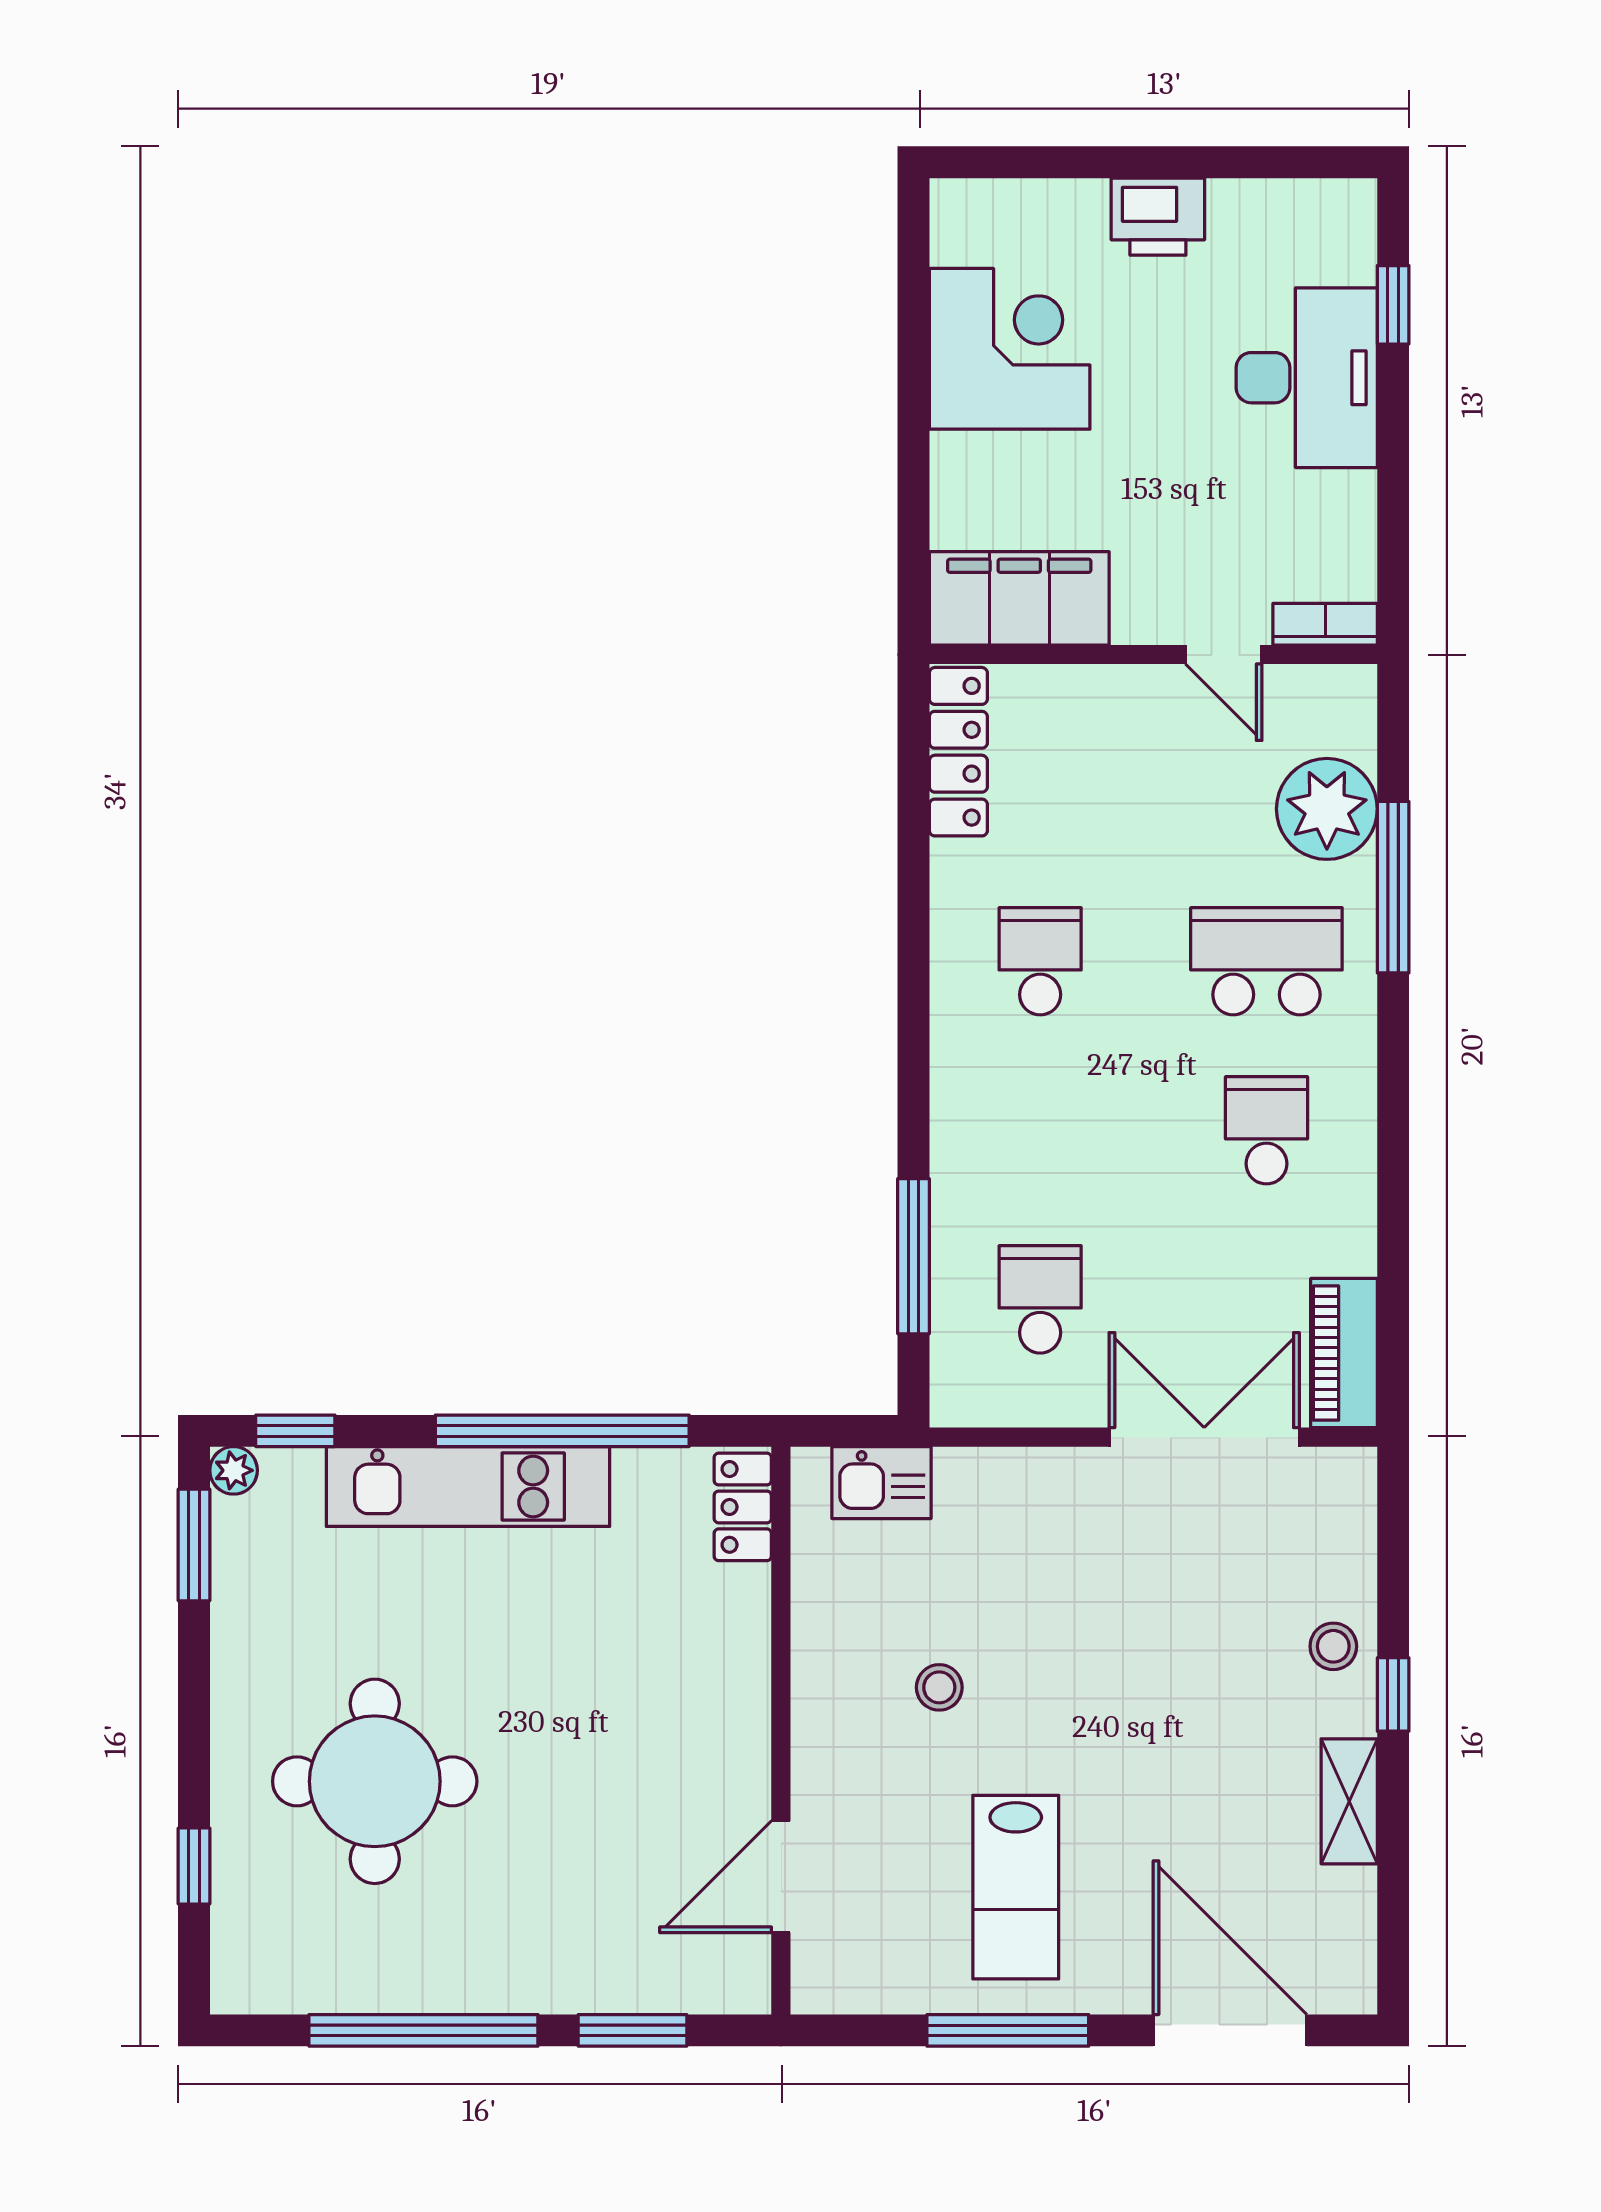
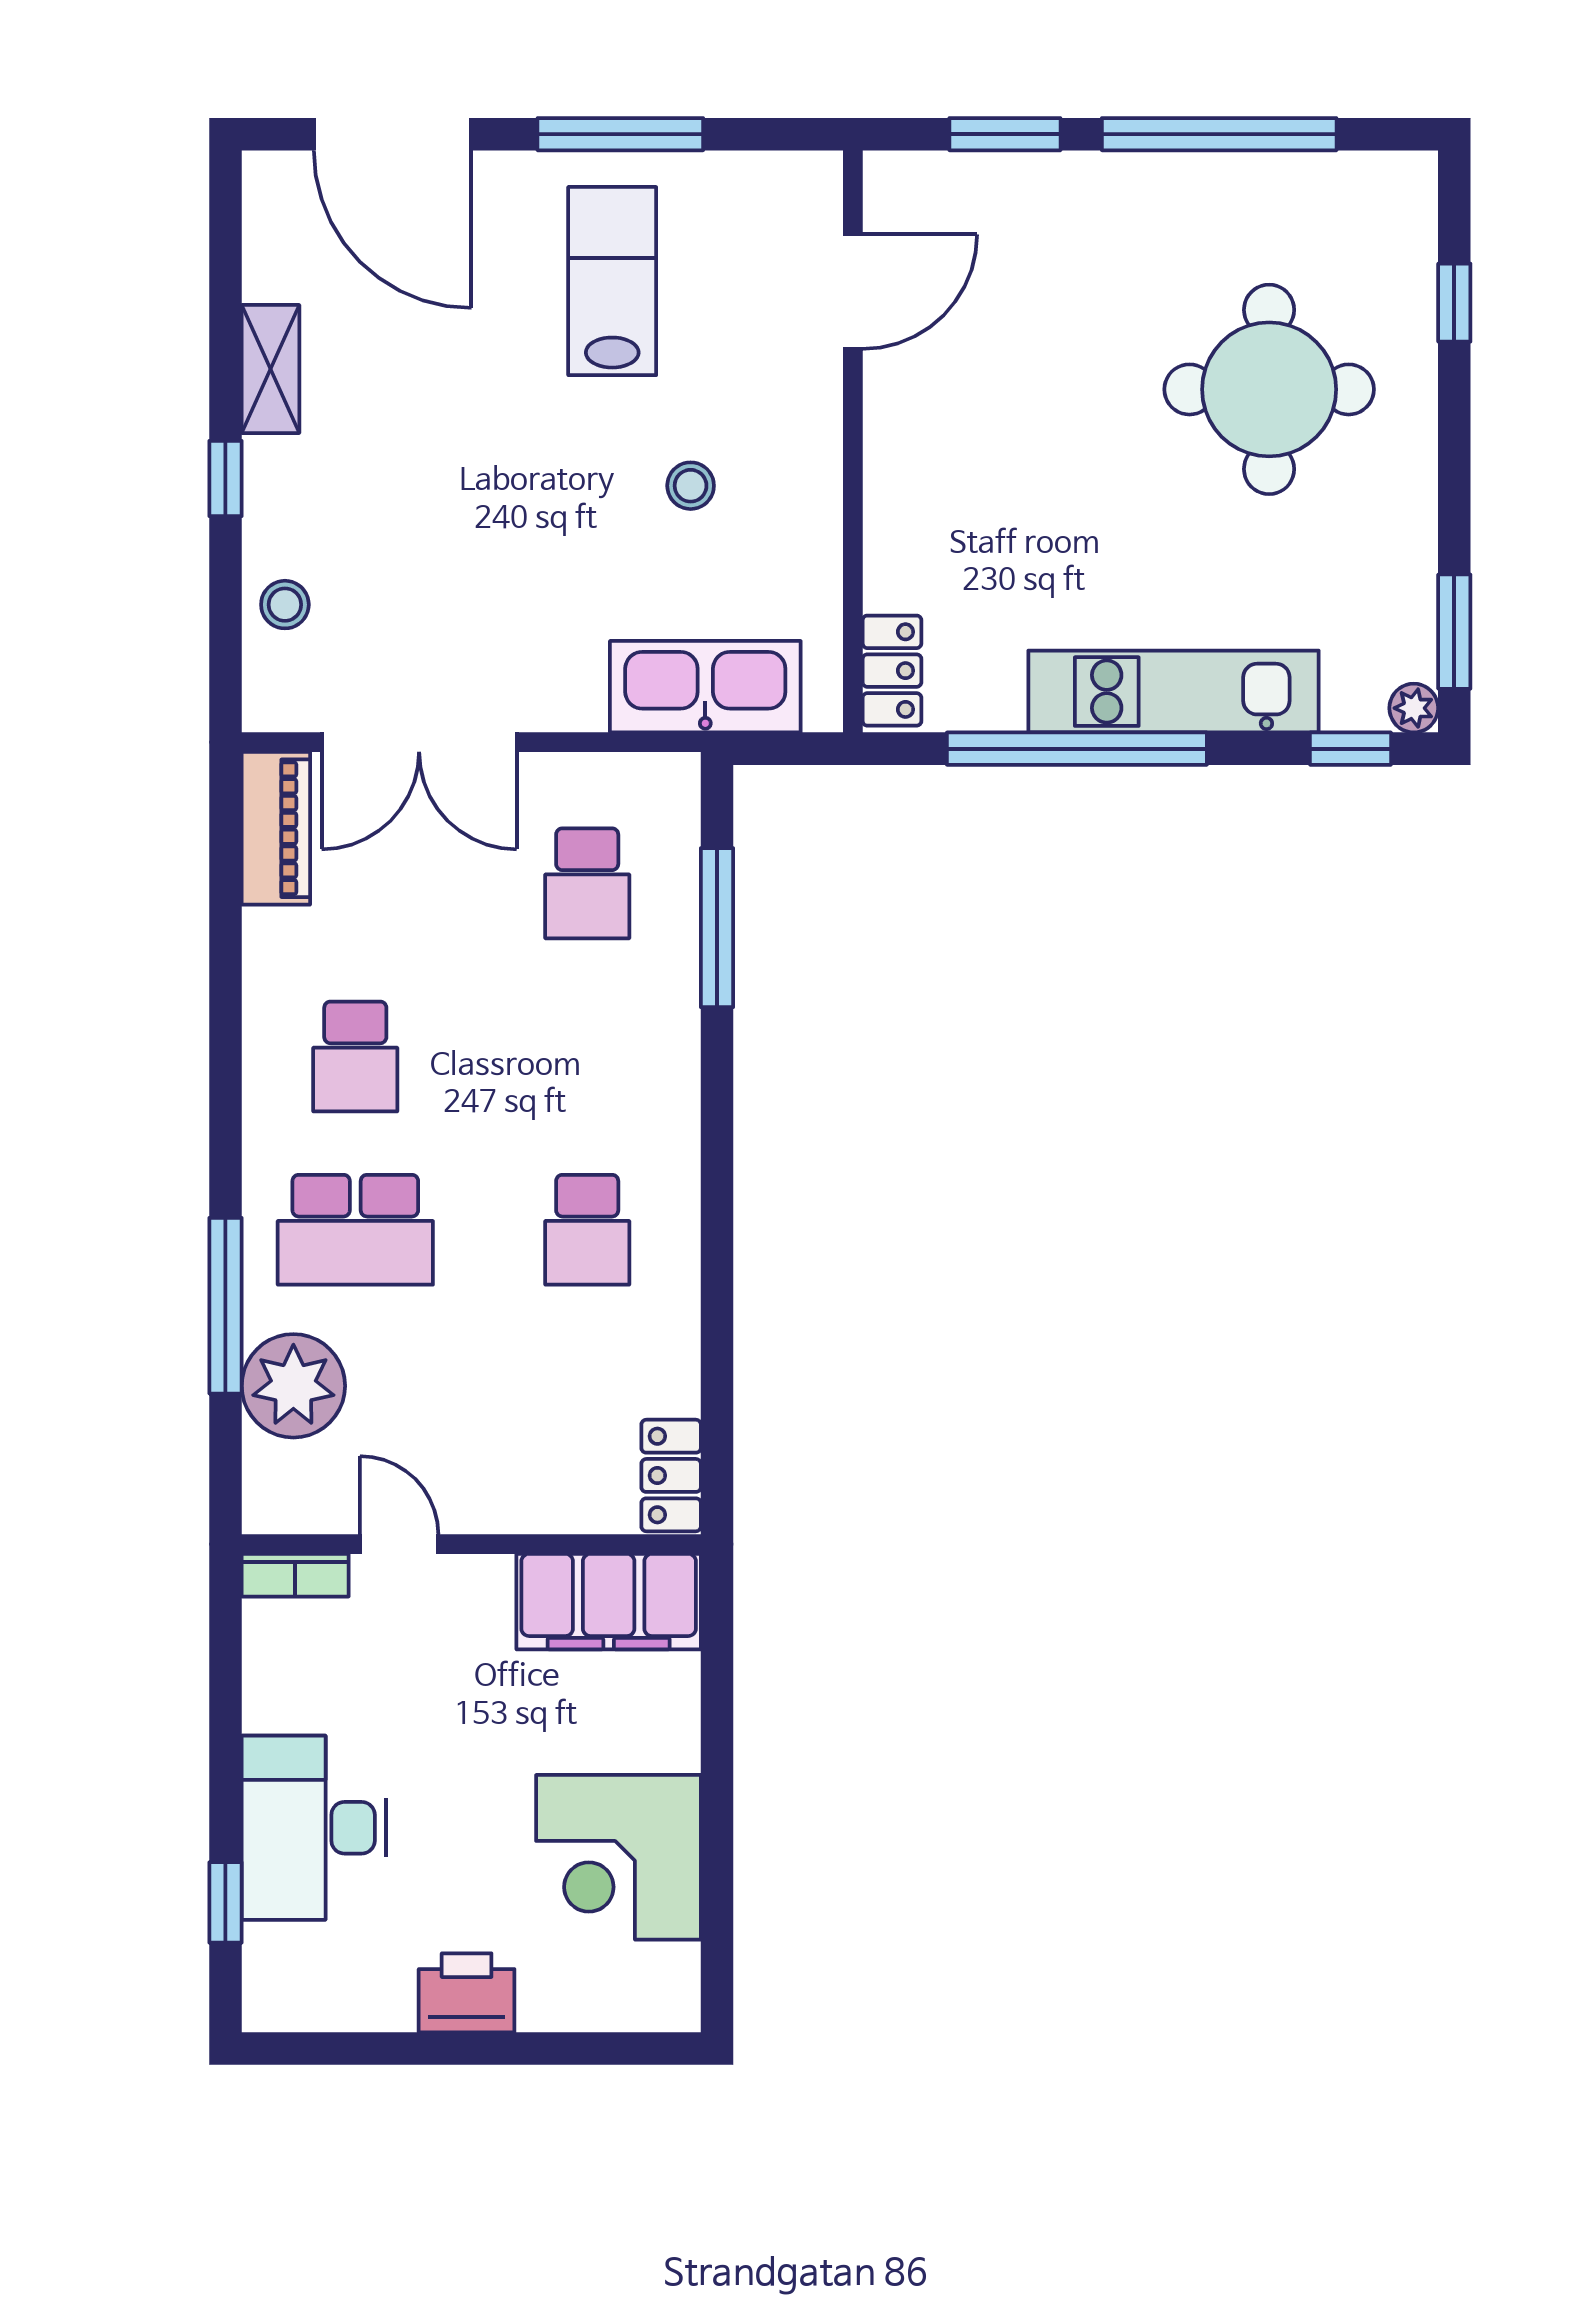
locker: (958, 752) -> (671, 1475), width x0.66
kitchen sink: (881, 1483) -> (705, 687), width x1.88, depth x1.24
stool: (1333, 1646) -> (285, 605), moved

